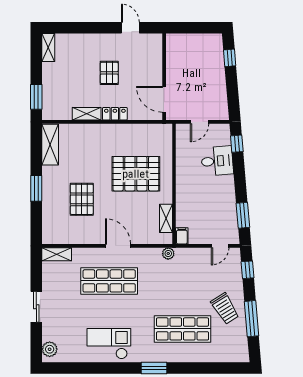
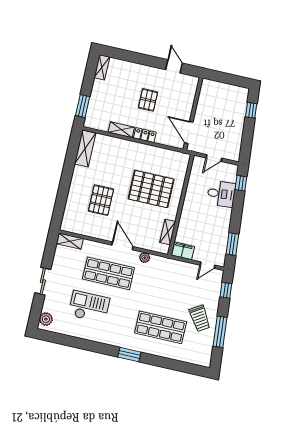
window: (36, 188) -> (65, 182), removed
filing cabinet: (182, 236) -> (183, 251), width x2.00
plant: (168, 254) -> (145, 258), moved
checkout: (109, 344) -> (89, 307), moved

